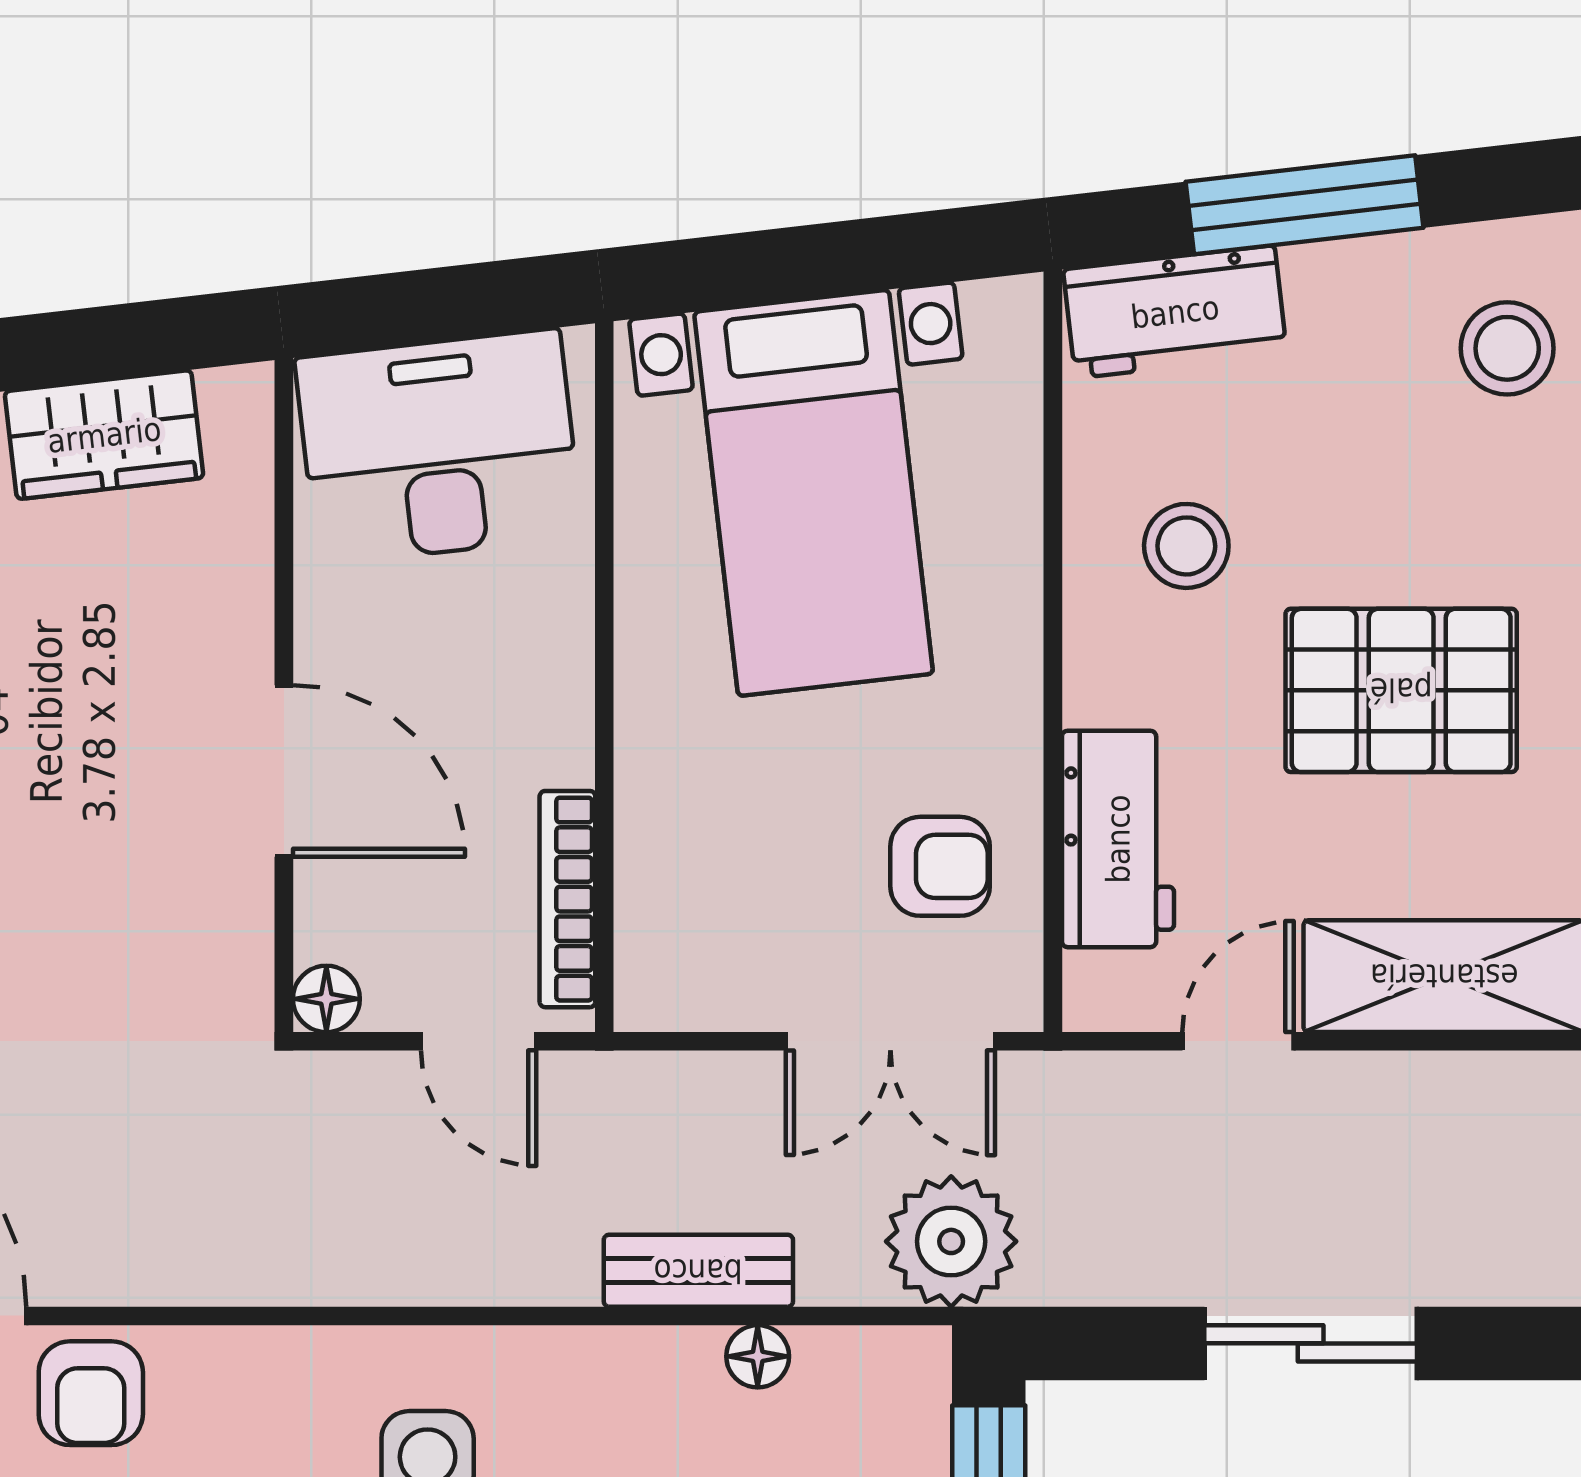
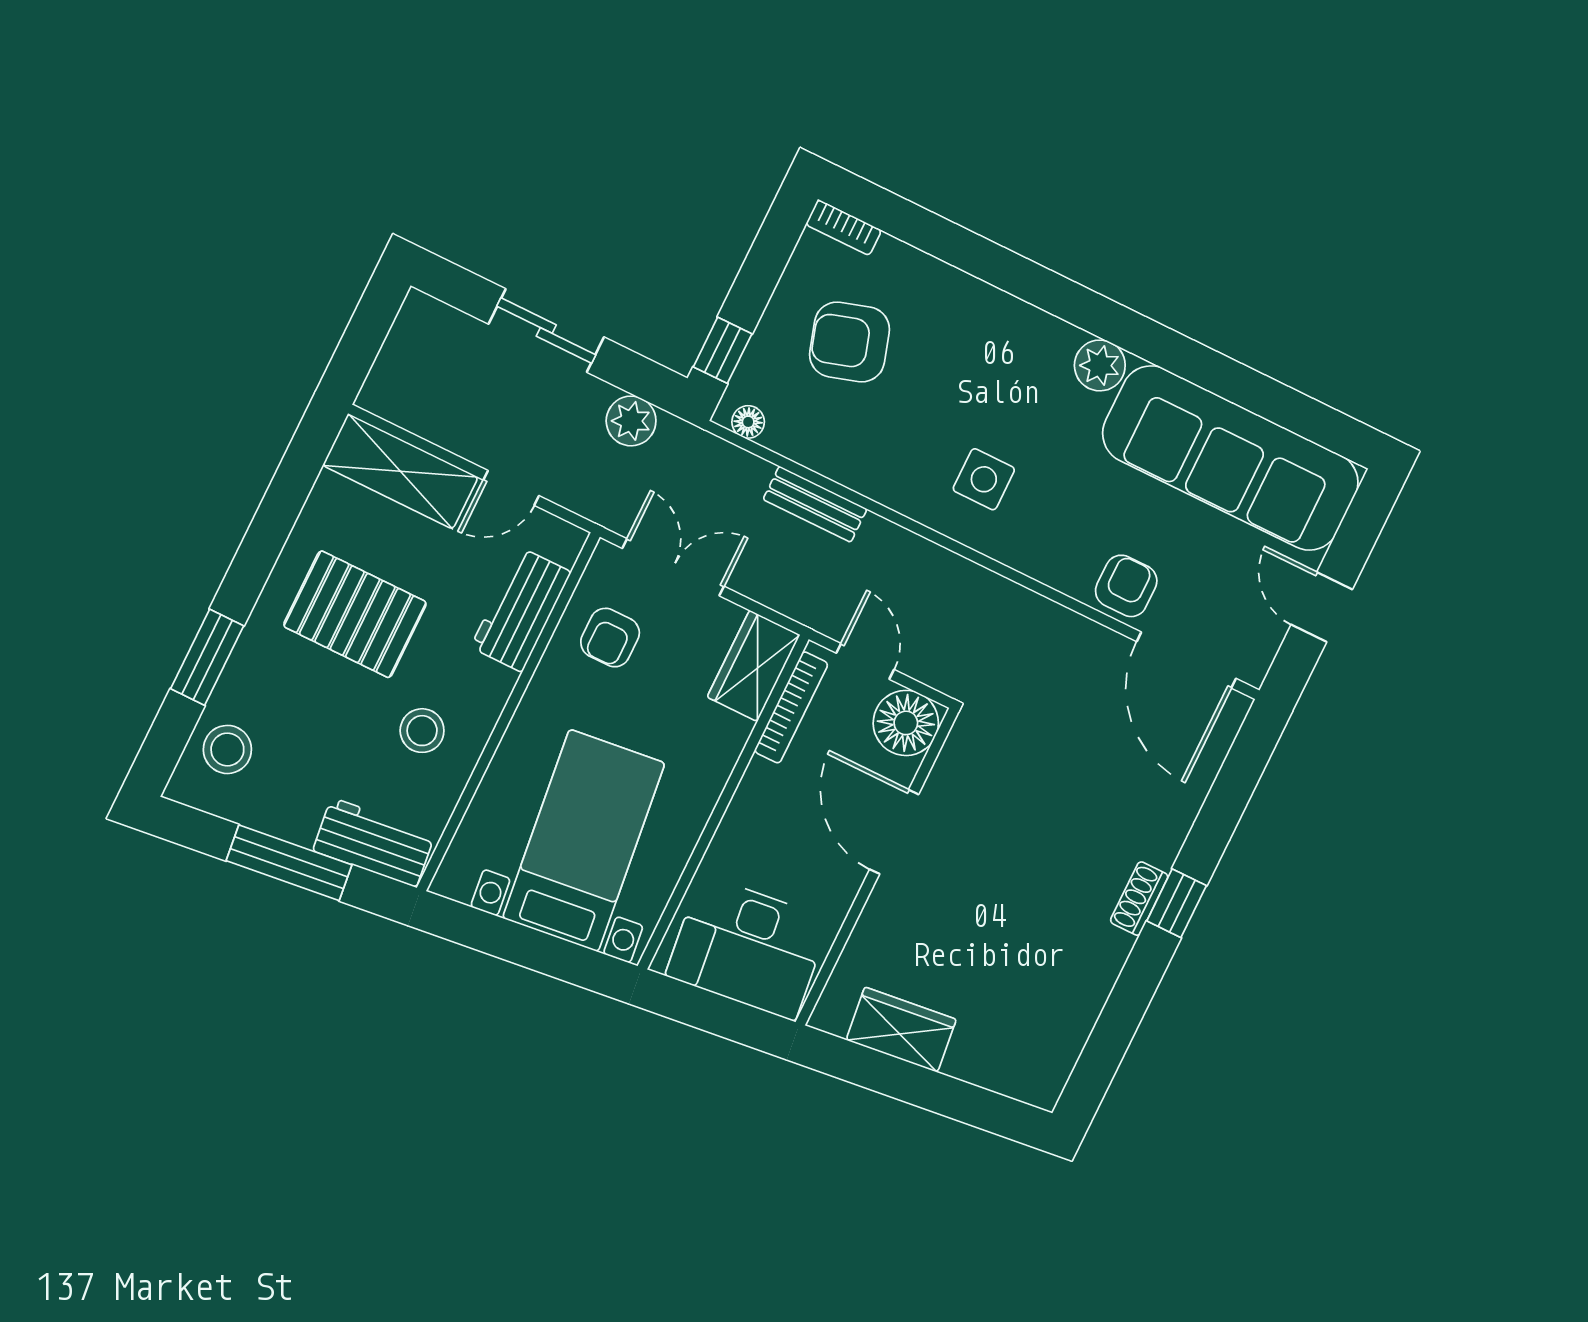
armchair: (940, 866) -> (610, 638), turned -90
wardrobe: (668, 939) -> (754, 666), added
floor lamp: (326, 999) -> (906, 723), width x1.89, depth x1.89
plant: (951, 1241) -> (631, 421), moved, width x0.73, depth x0.73
floor lamp: (758, 1356) -> (748, 422), moved

